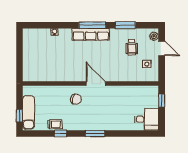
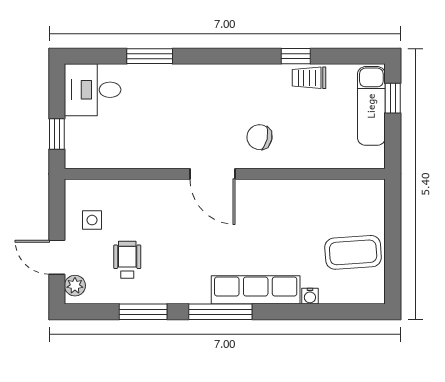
row of seats: (91, 34) -> (256, 290), moved
coffee table: (36, 50) -> (353, 252), added
window: (95, 133) -> (150, 56), moved

